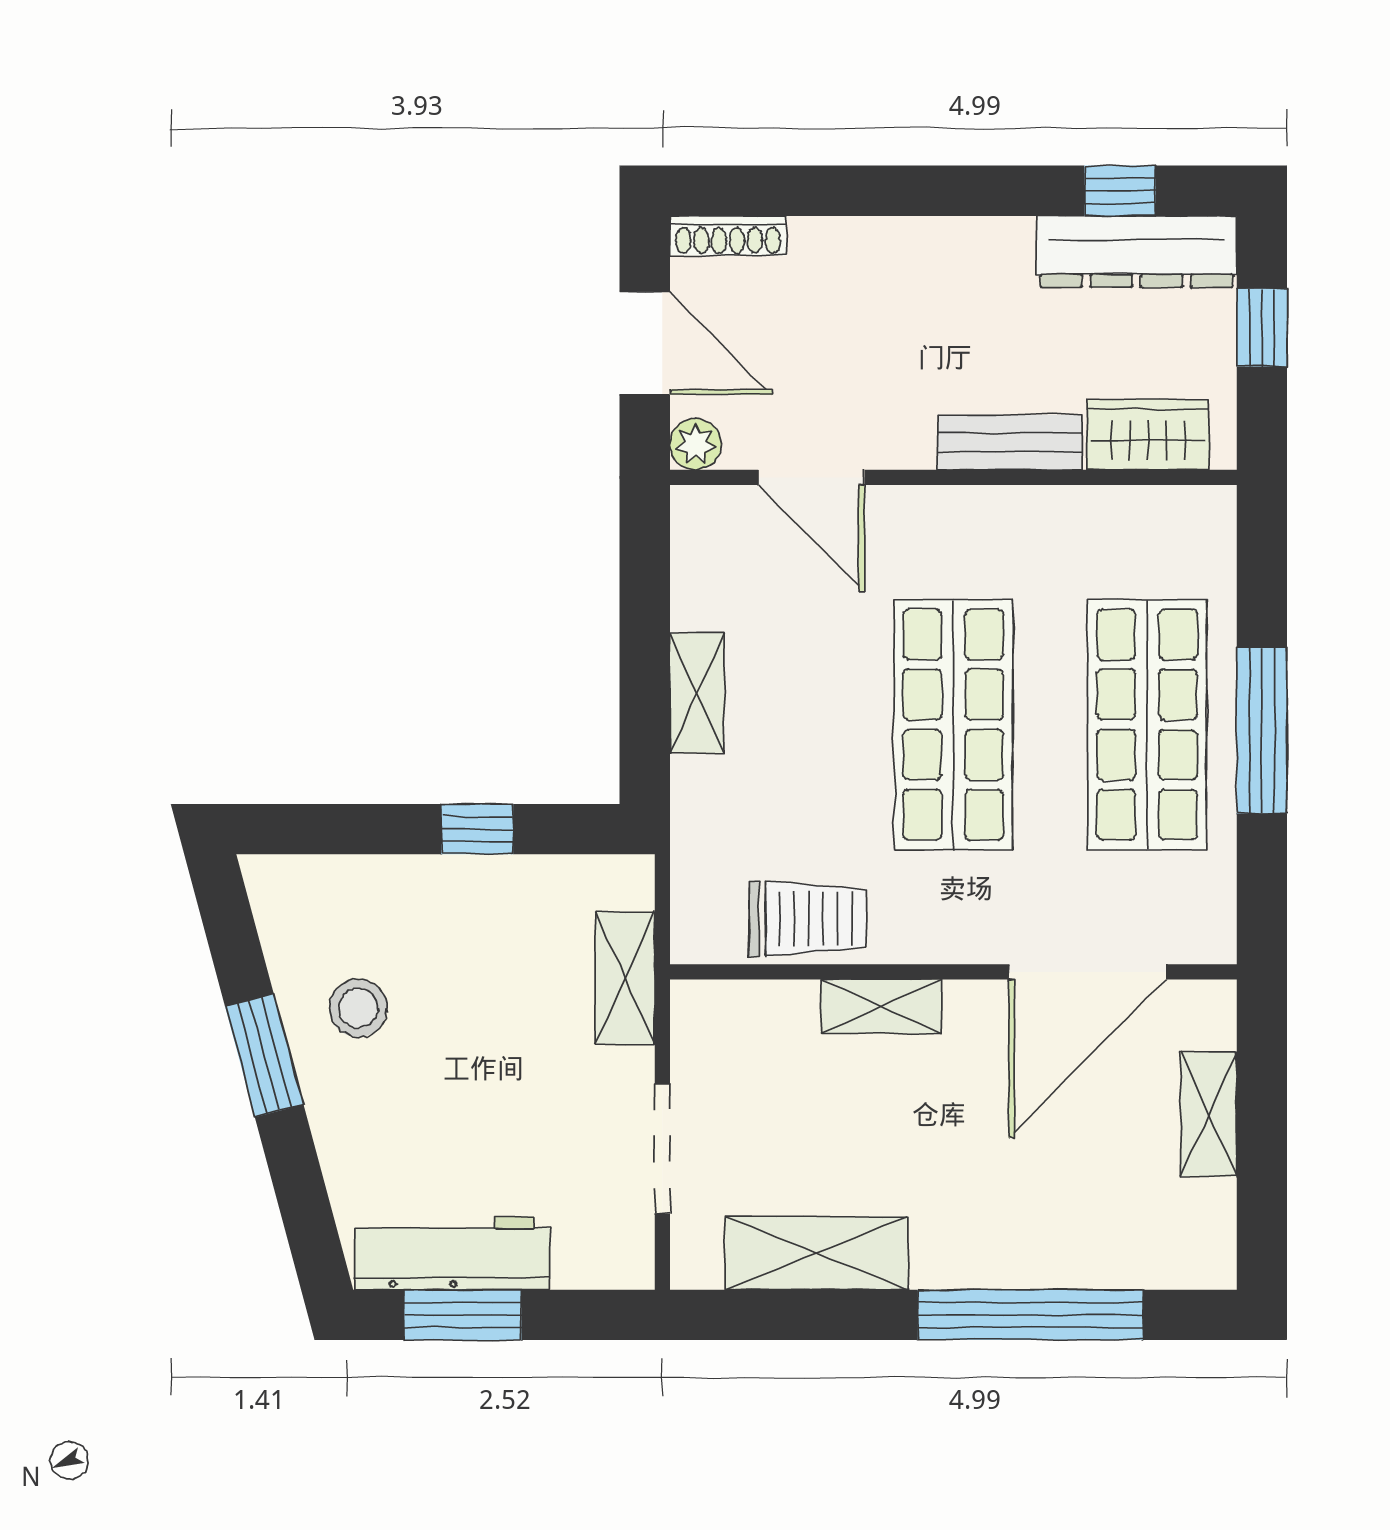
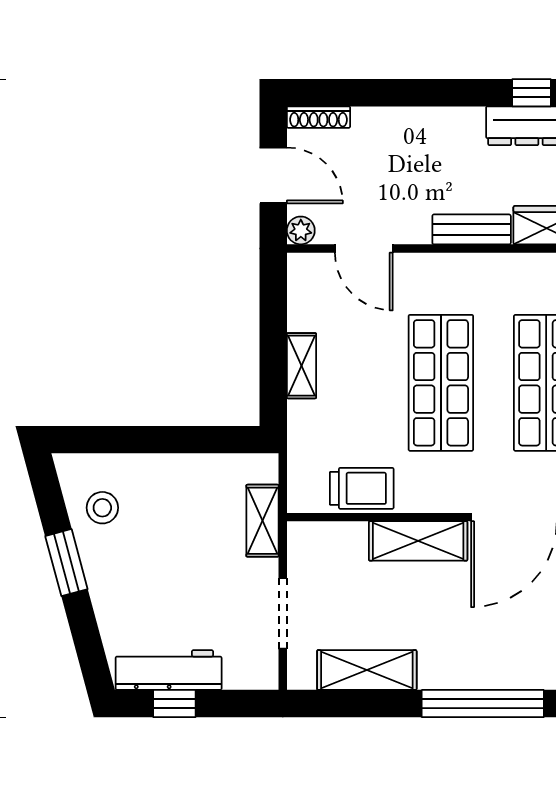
window: (477, 829) -> (182, 440), removed
shelving: (881, 1007) -> (418, 541), width x1.50, depth x1.33
stool: (358, 1008) -> (102, 508), moved
window: (463, 1315) -> (174, 704), width x0.67

